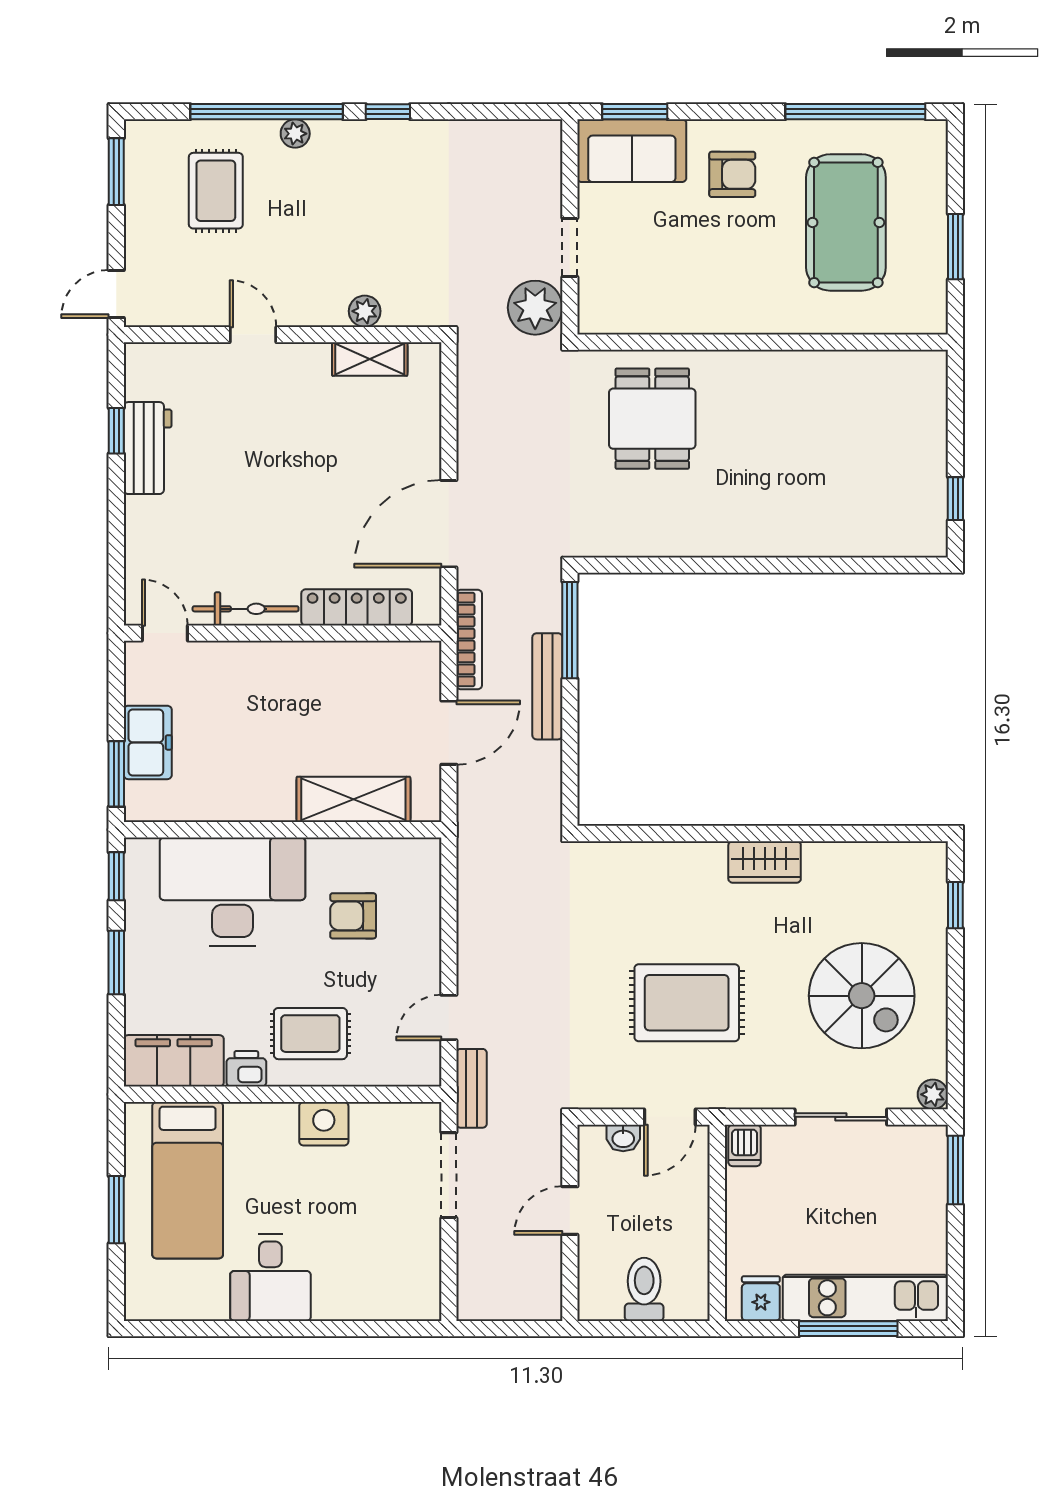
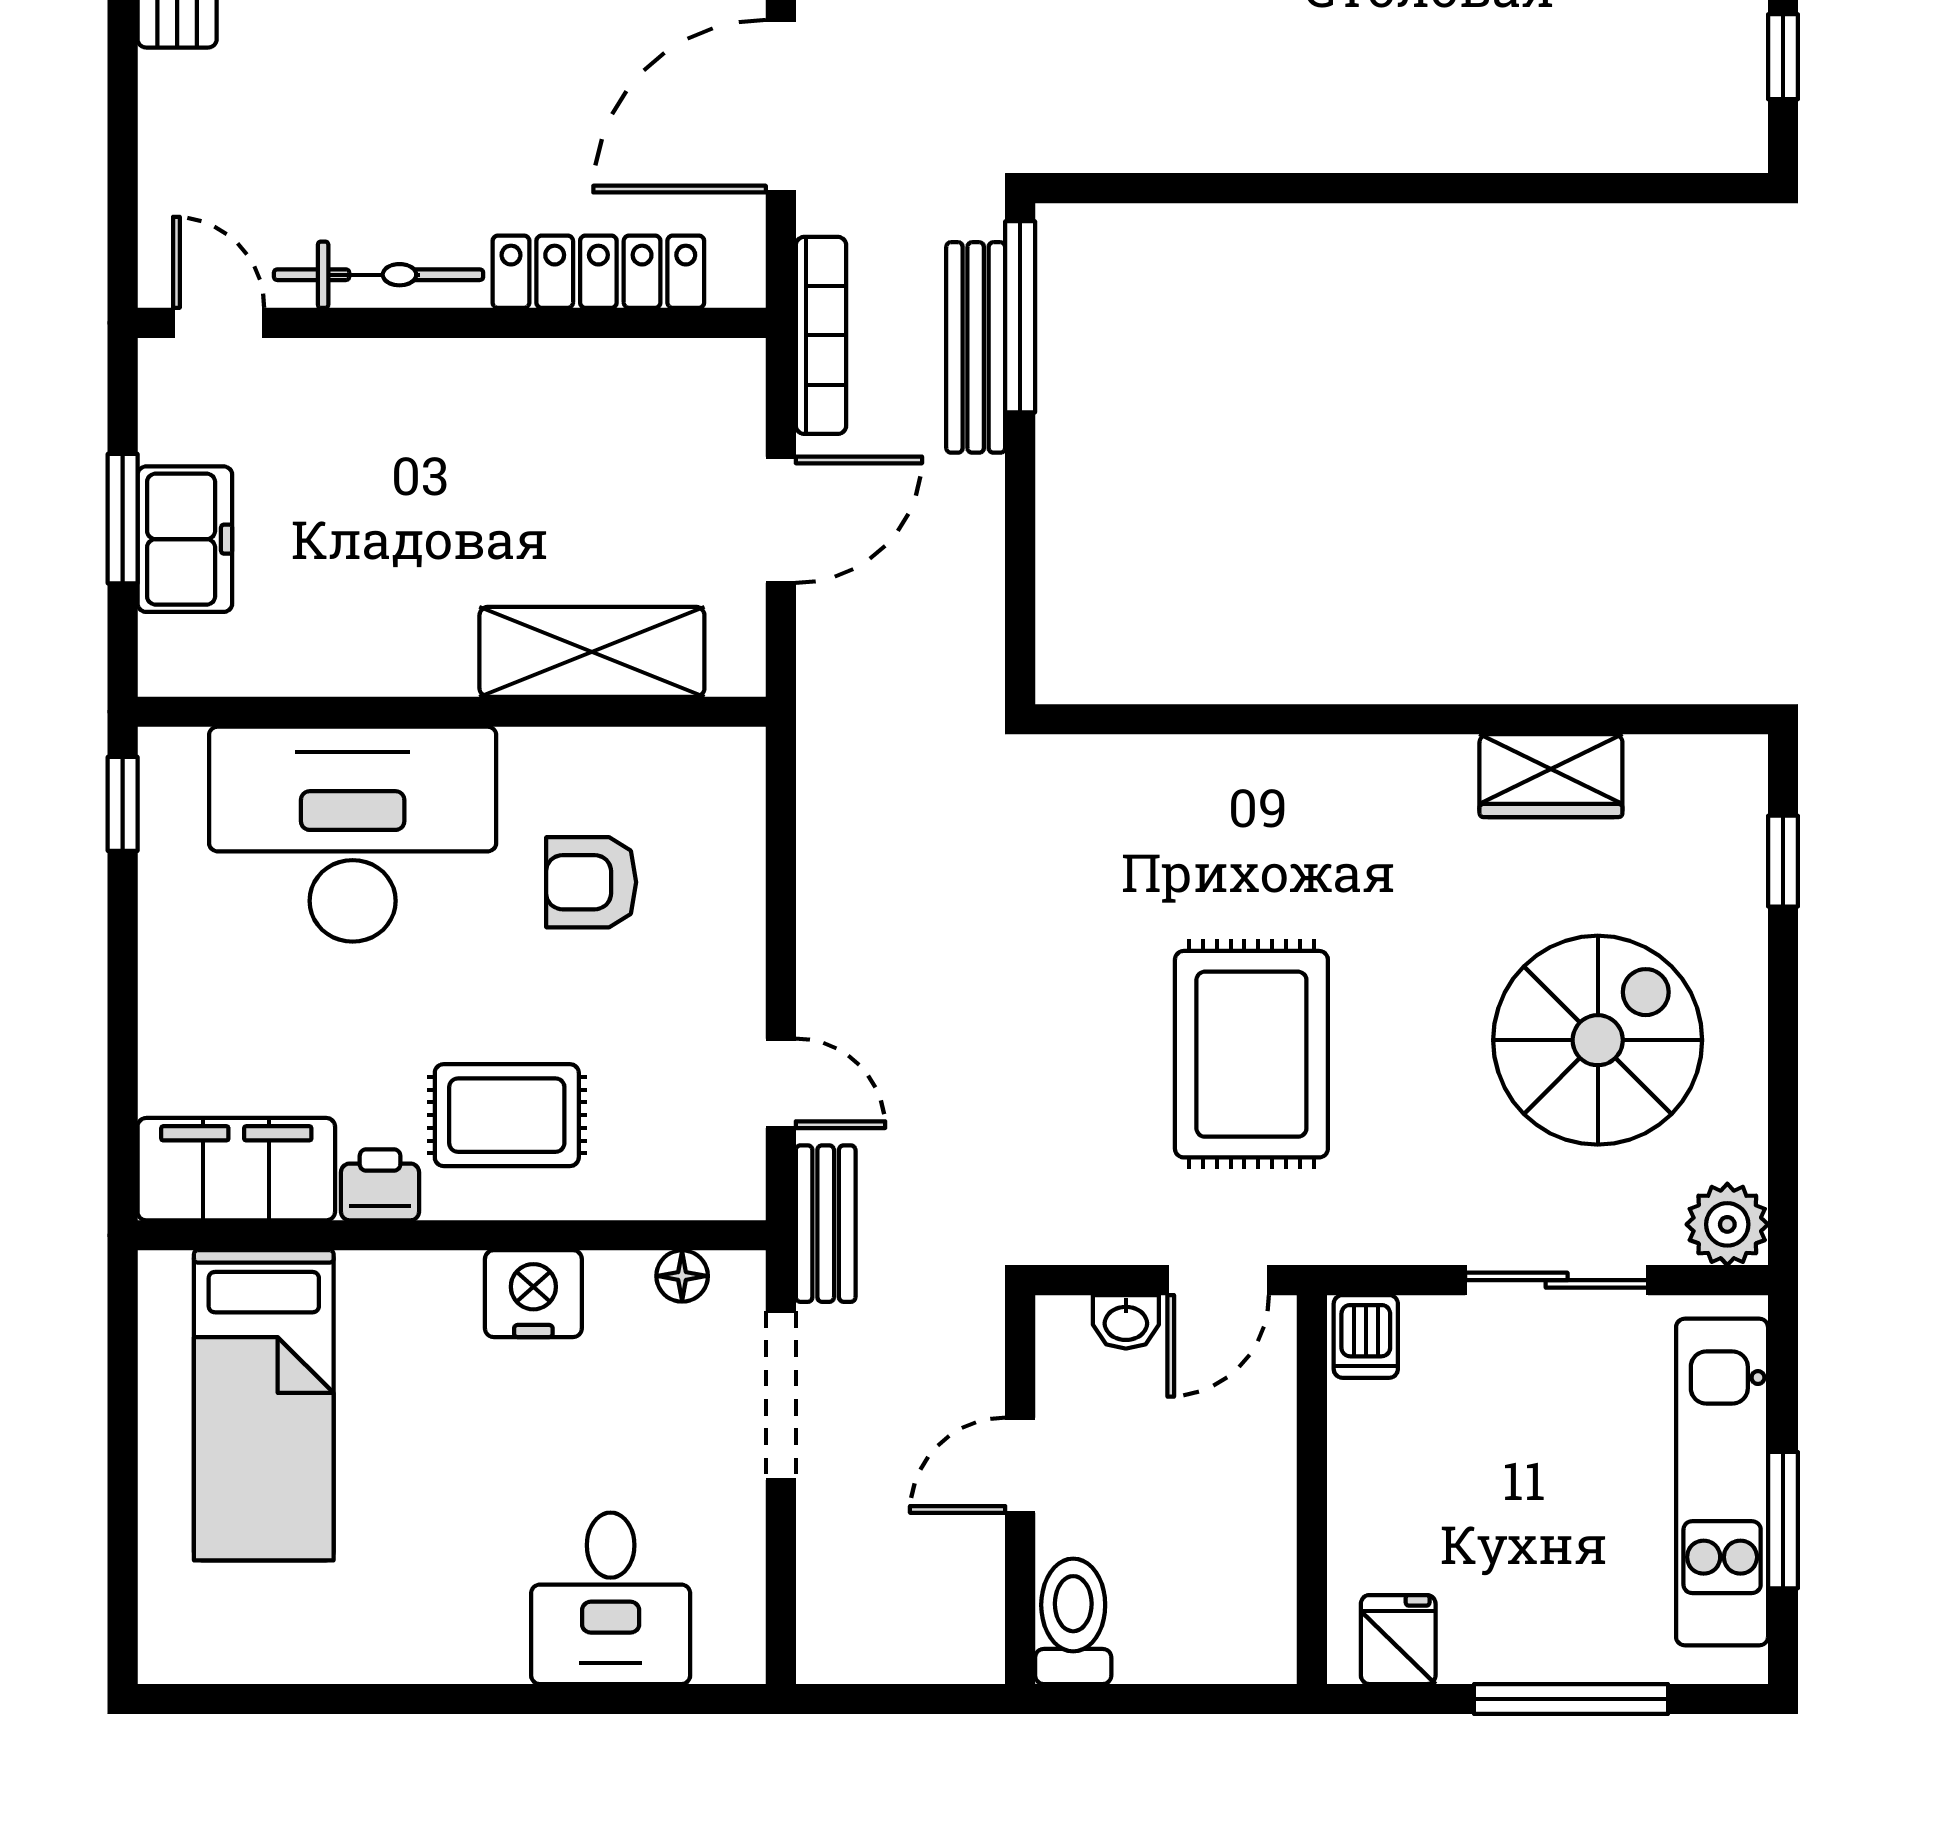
bench: (547, 686) -> (976, 347), moved
window: (116, 774) -> (123, 519), moved
wardrobe: (765, 862) -> (1551, 776), moved
window: (116, 962) -> (123, 974), removed
spiral stairs: (862, 996) -> (1598, 1040), turned -90
rug: (687, 1003) -> (1251, 1054), turned 90
door: (449, 1017) -> (781, 1083), swing flipped
plant: (933, 1094) -> (1727, 1224), width x1.38, depth x1.38
floor lamp: (399, 1115) -> (682, 1276), added
window: (955, 1170) -> (1783, 1520), moved
window: (116, 1210) -> (123, 1463), removed
desk: (270, 1278) -> (611, 1598), moved
toilet: (644, 1289) -> (1073, 1621), moved
kitchen unit: (865, 1298) -> (1722, 1482), moved, turned -90

